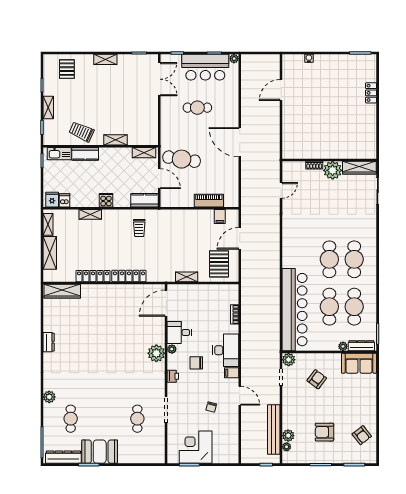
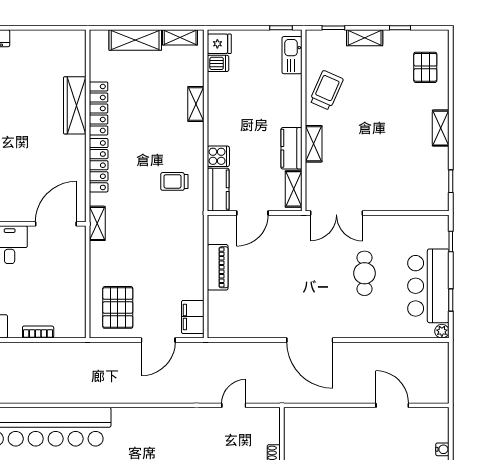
pallet: (67, 69) -> (425, 67), turned 90
double door: (159, 79) -> (336, 213), moved
door: (240, 142) -> (310, 340), swing flipped
kitchen counter: (85, 154) -> (291, 148), moved
cafe table: (182, 159) -> (283, 248), removed
door: (281, 190) -> (234, 405), swing flipped
cooker: (106, 200) -> (218, 156), moved
piano: (209, 201) -> (218, 267), moved
filing cabinet: (220, 216) -> (193, 317), width x2.00
door: (240, 238) -> (158, 340), swing flipped
pallet: (219, 264) -> (118, 307), turned 90
shelving: (187, 277) -> (97, 223), moved
wardrobe: (62, 291) -> (75, 105), moved
door: (166, 303) -> (56, 224), hinge flipped

